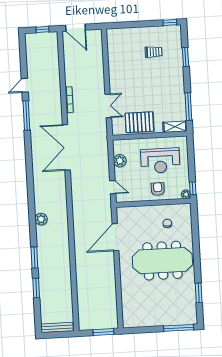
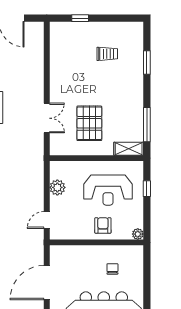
window: (170, 22) -> (80, 18), moved
pallet: (139, 122) -> (89, 123), moved, turned 90
door: (113, 187) -> (47, 220), swing flipped
window: (193, 188) -> (147, 189), moved

